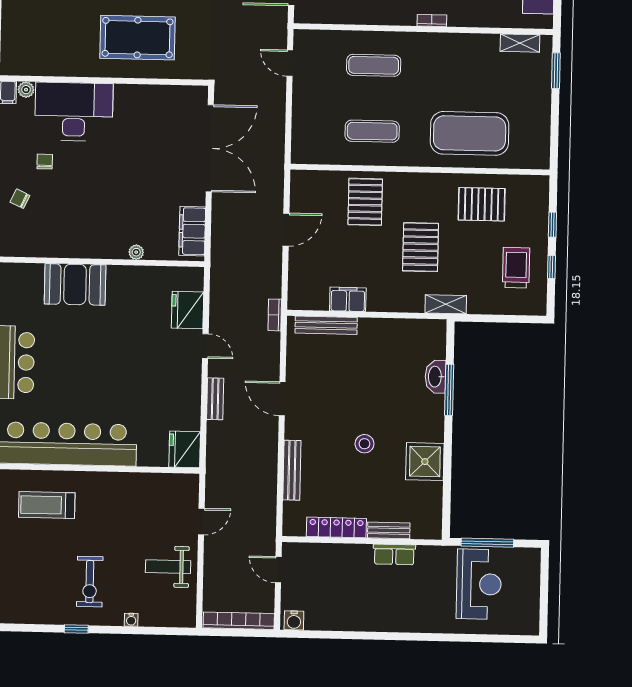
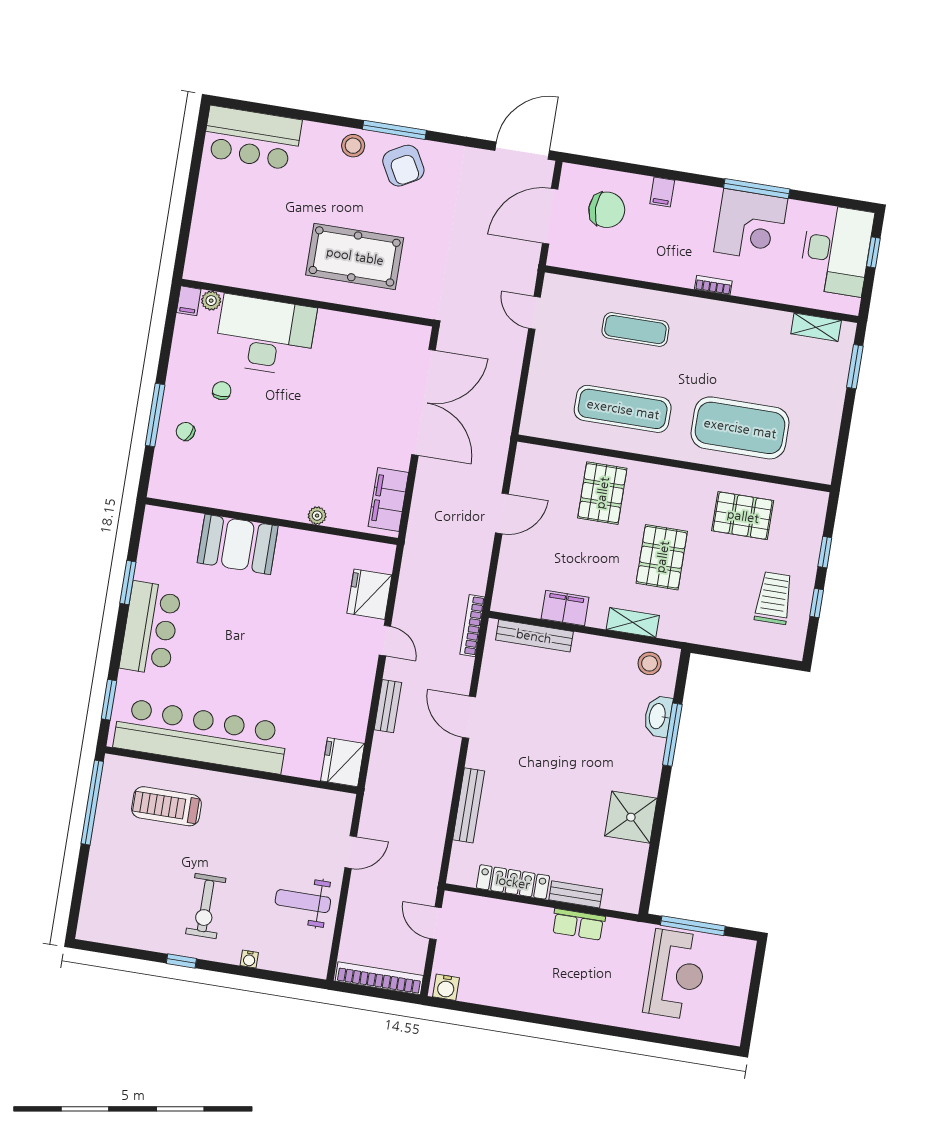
exercise mat: (372, 131) -> (623, 409), width x1.36, depth x1.45
shelving: (446, 304) -> (633, 622), moved
bookcase: (275, 315) -> (472, 626), width x1.56
stool: (364, 444) -> (650, 663), moved

